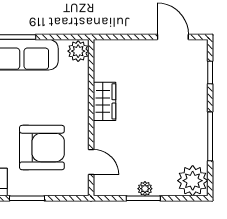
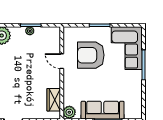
wardrobe: (105, 101) -> (54, 100), moved
door: (91, 162) -> (62, 61), moved

